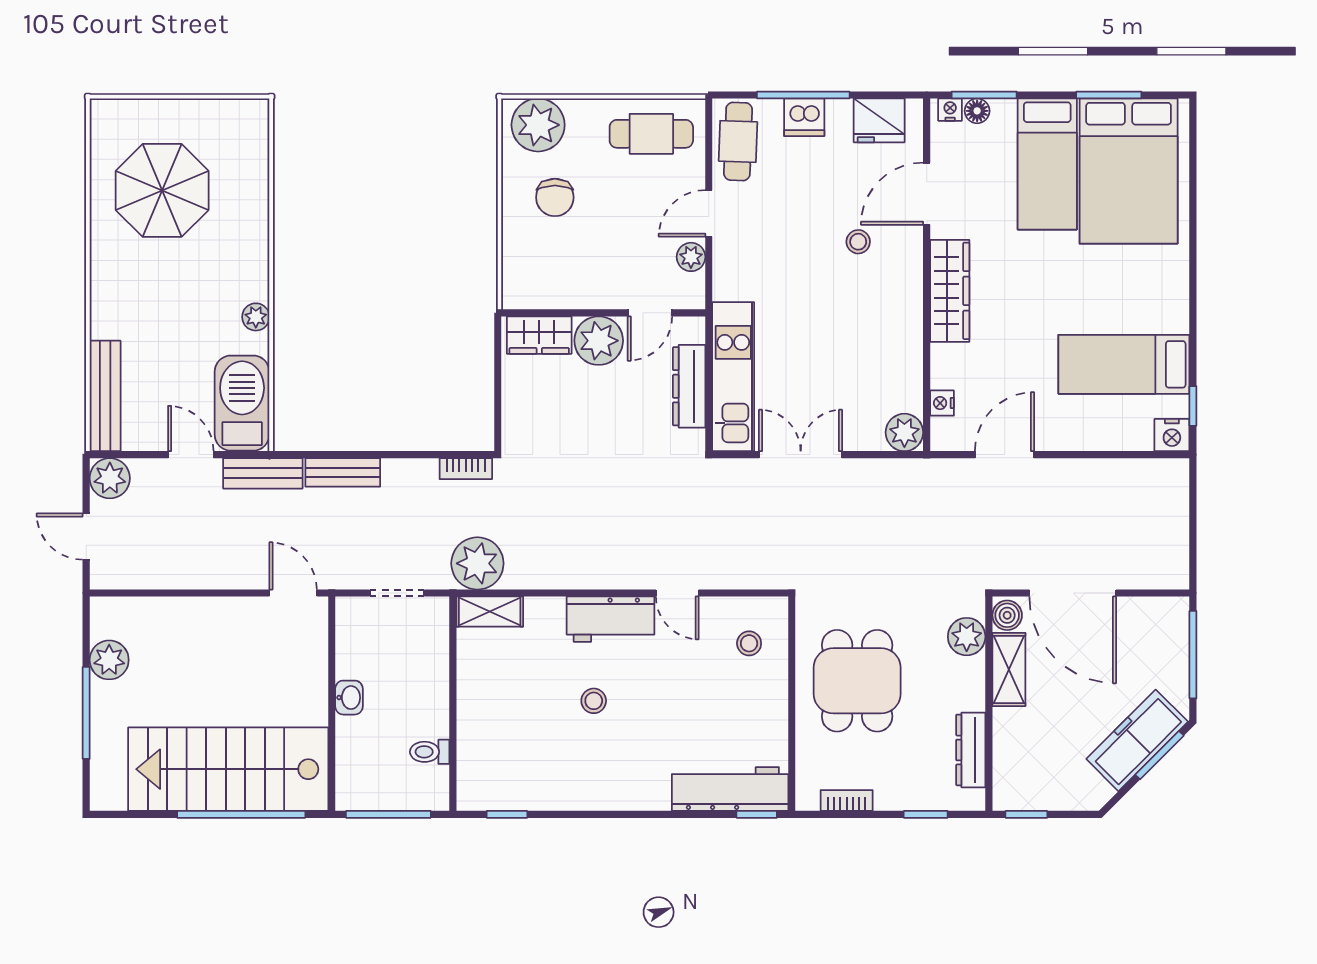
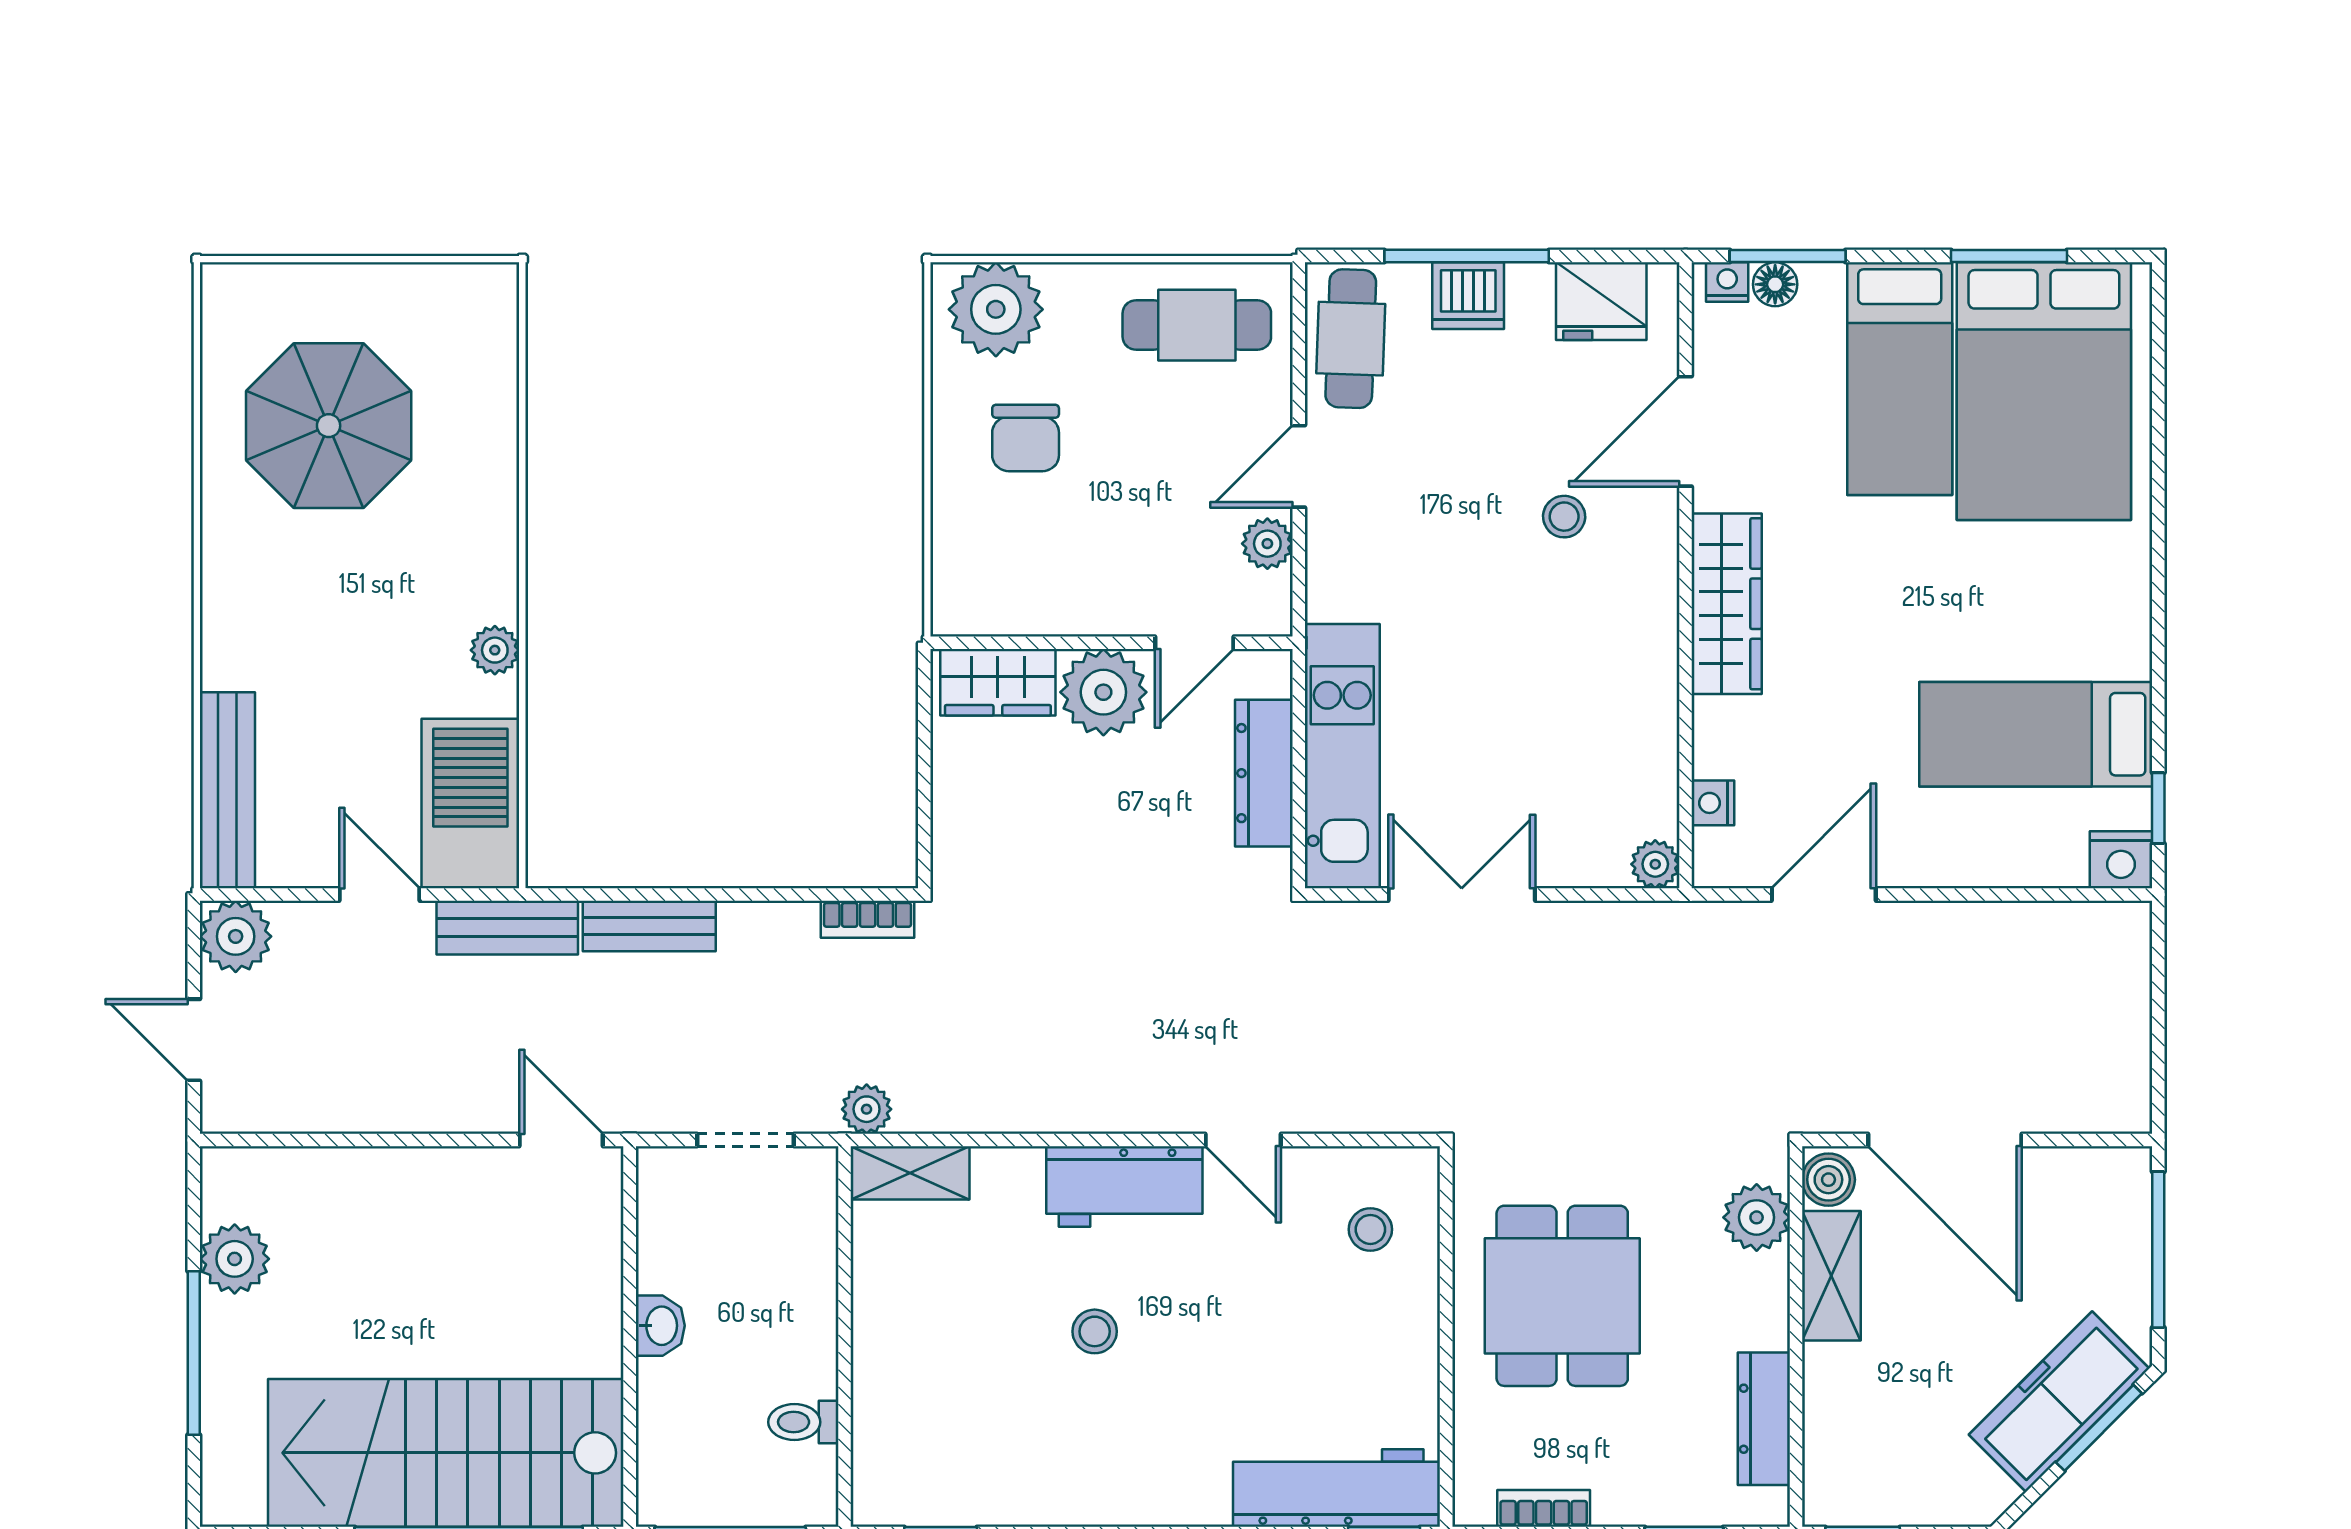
plant: (904, 432) -> (1655, 864), width x0.73, depth x0.73
plant: (477, 563) -> (867, 1109), width x0.53, depth x0.53

